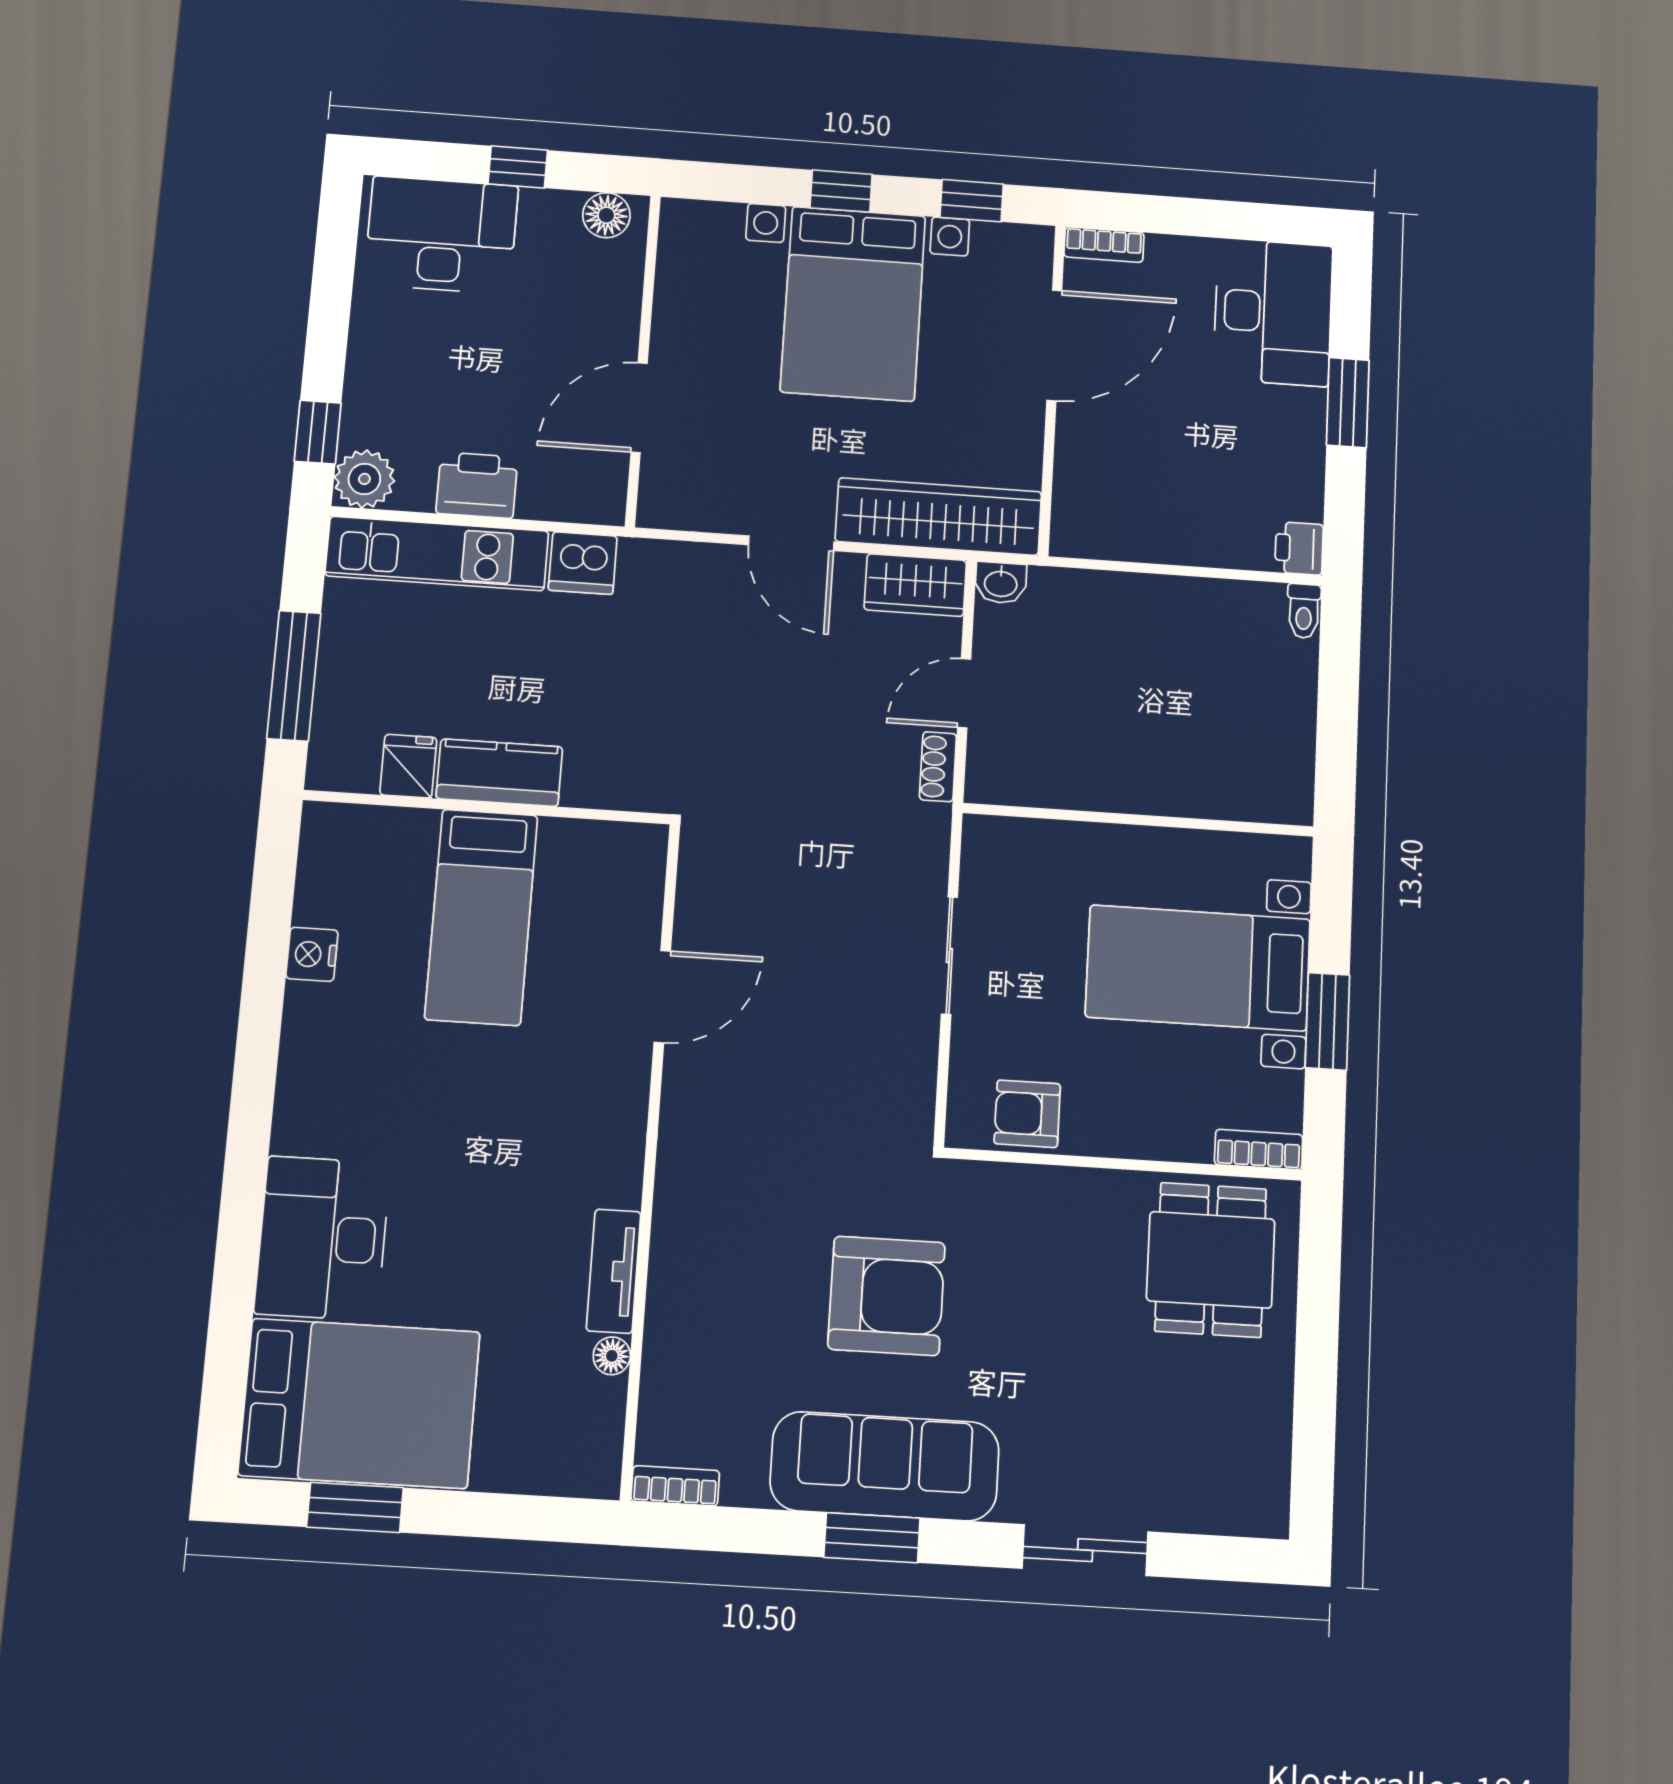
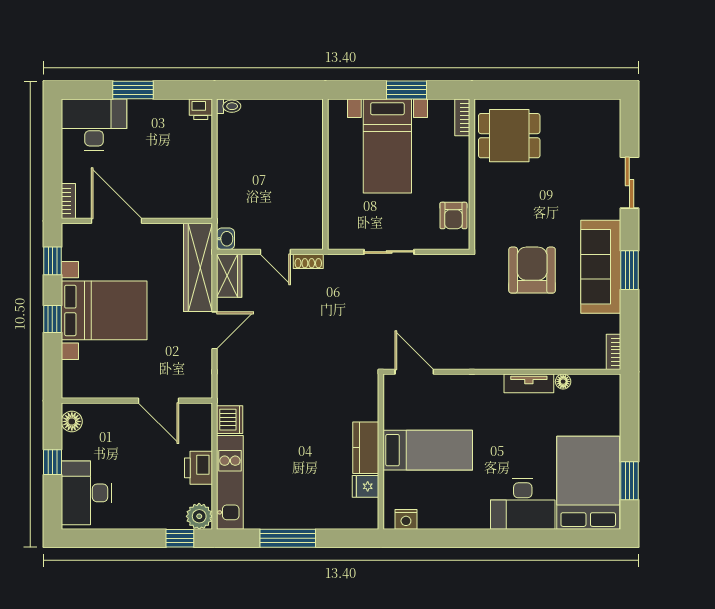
fridge: (408, 766) -> (366, 486), moved
kitchen counter: (499, 773) -> (366, 448), moved
wall: (487, 807) -> (381, 452), moved
bed: (481, 917) -> (428, 450), moved

